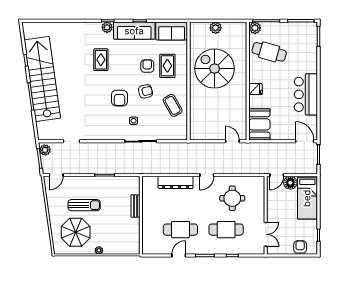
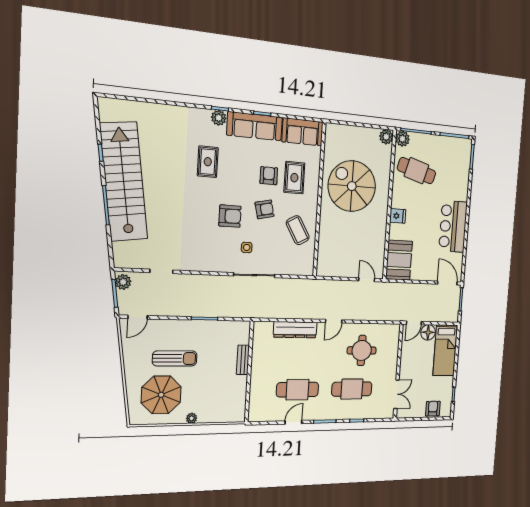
plant: (216, 28) -> (386, 137), moved
armchair: (119, 98) -> (230, 216), turned -90

